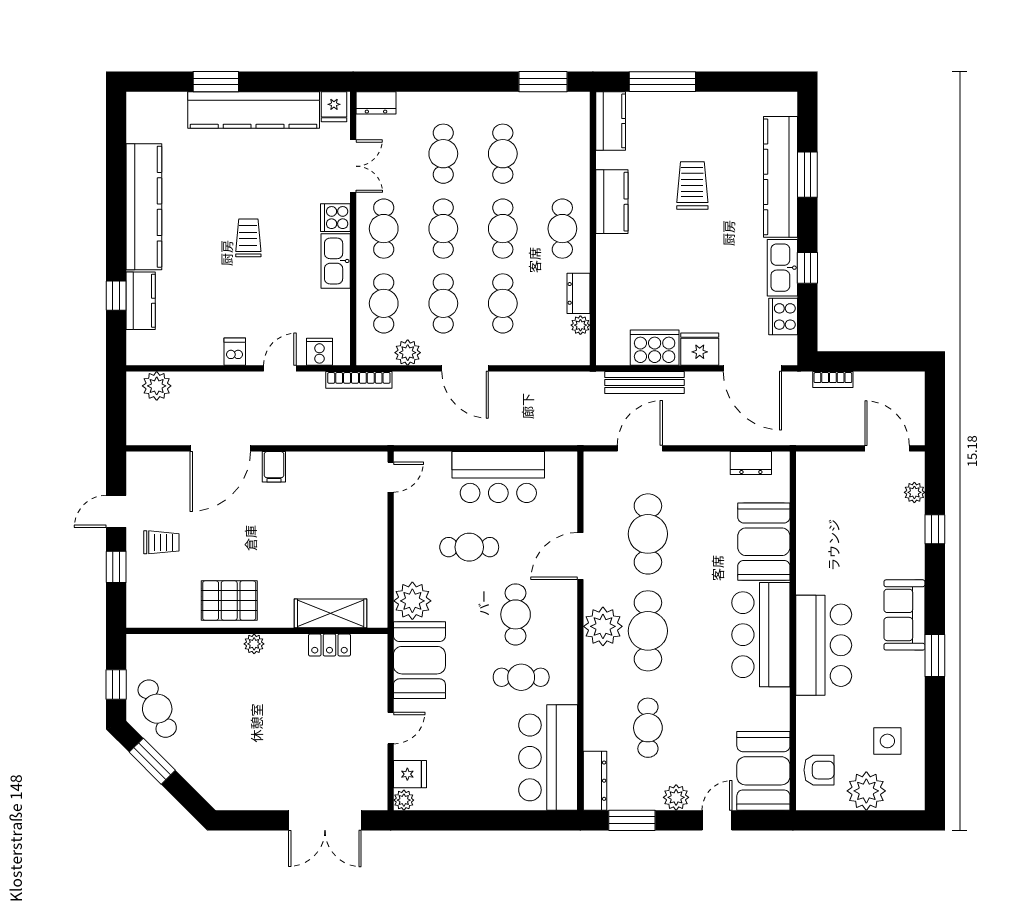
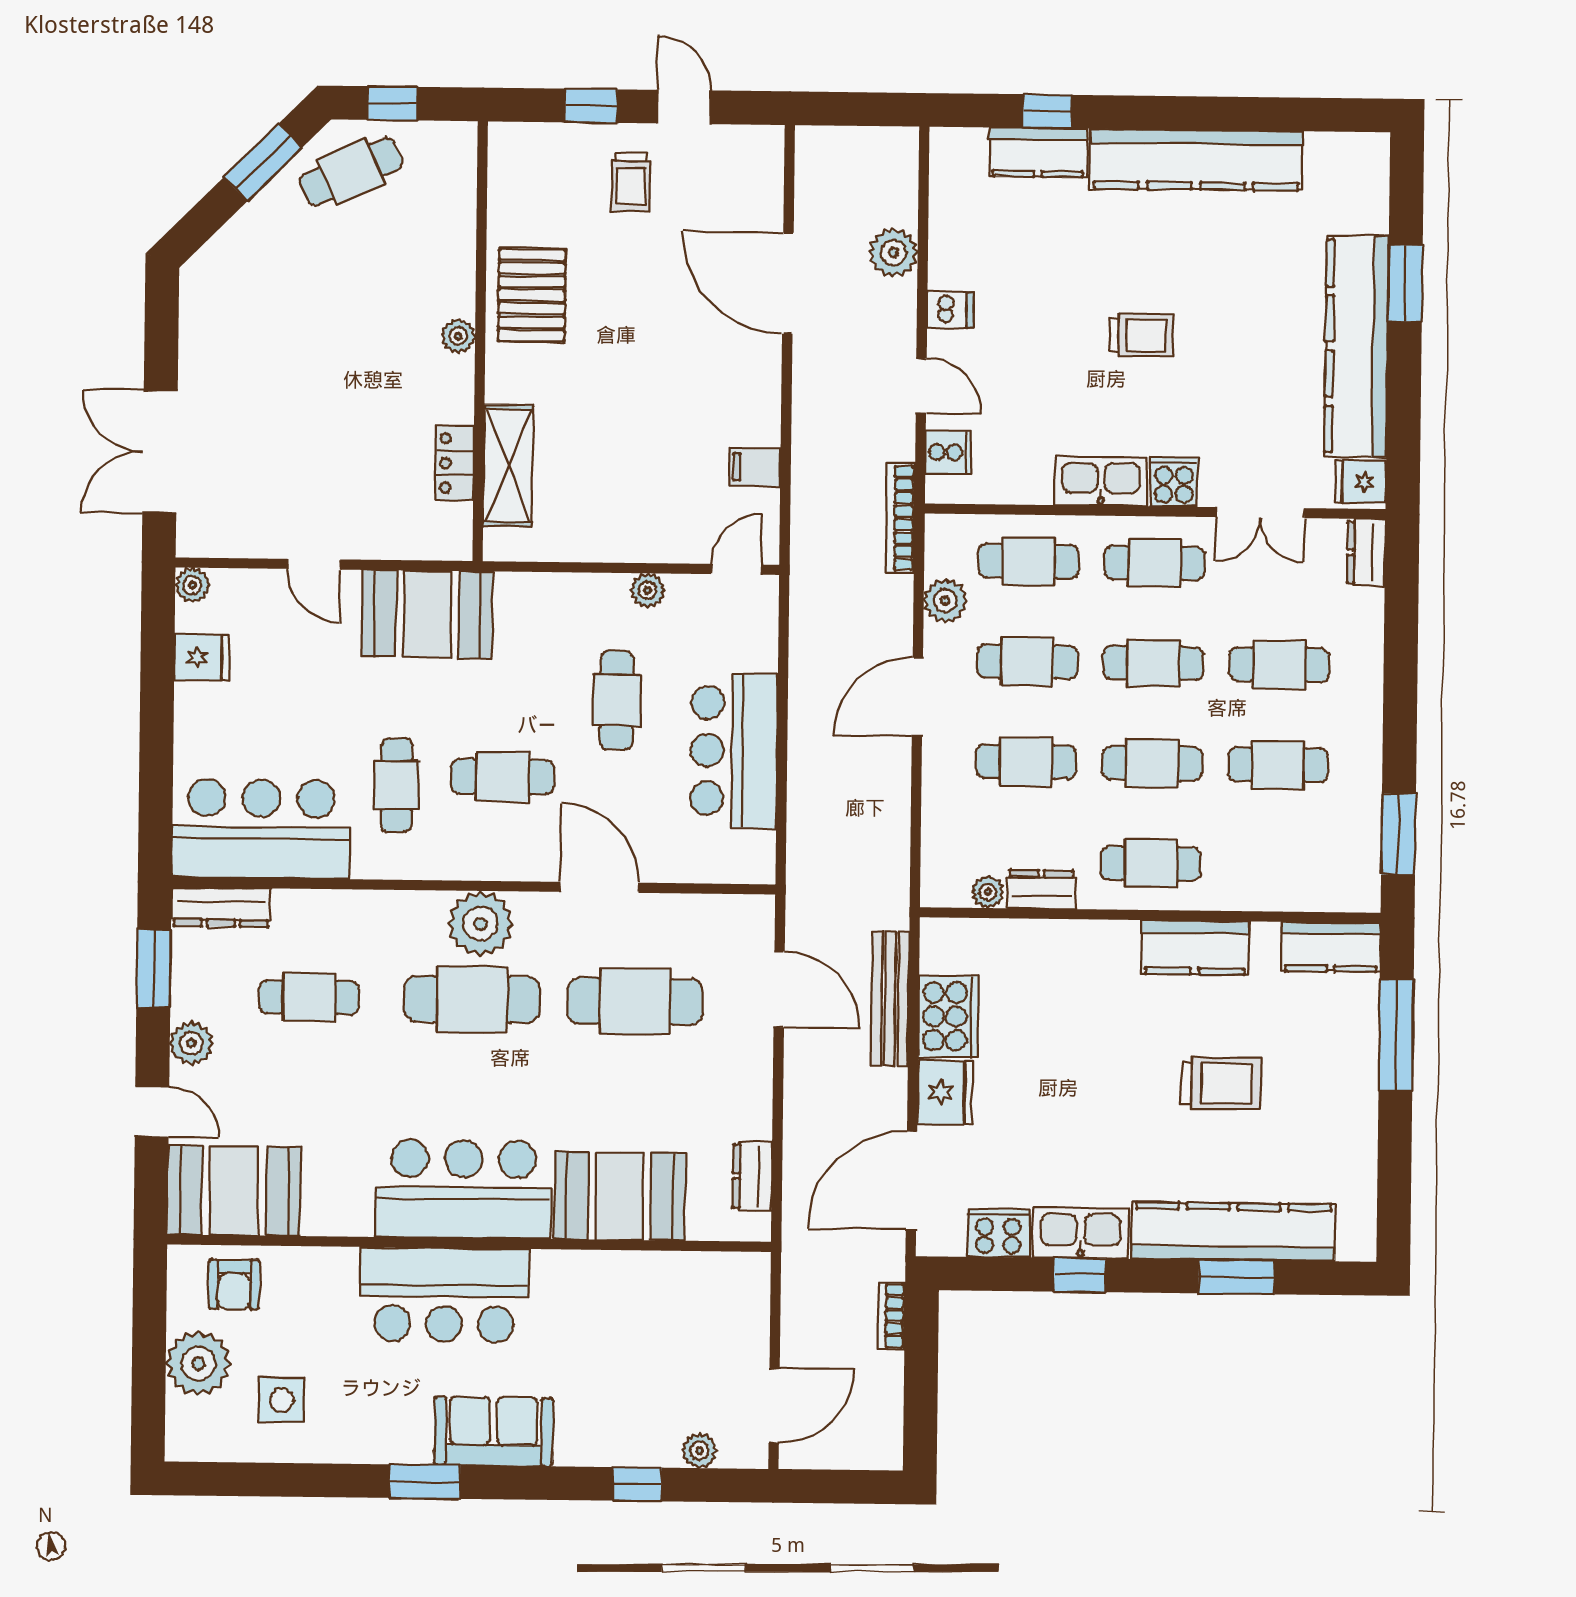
plant: (157, 386) -> (893, 253), moved
filing cabinet: (274, 467) -> (755, 467), moved
door: (391, 477) -> (736, 569), swing flipped
plant: (412, 601) -> (648, 590), moved, width x0.53, depth x0.53
fridge: (410, 774) -> (202, 657), moved, turned -90

